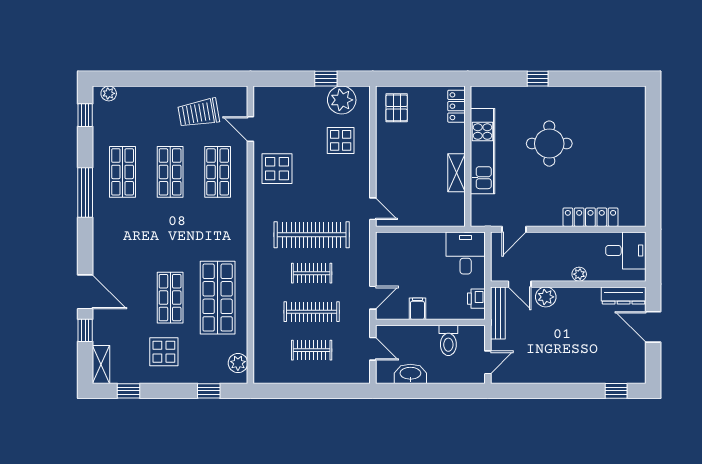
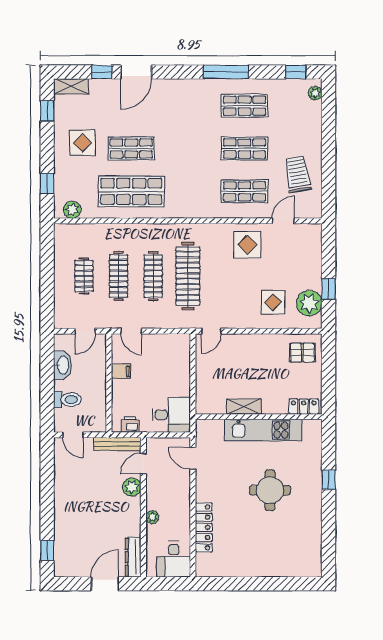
clothes rail: (312, 273) -> (153, 276), width x1.36
toilet: (448, 340) -> (68, 400), moved, turned 180

